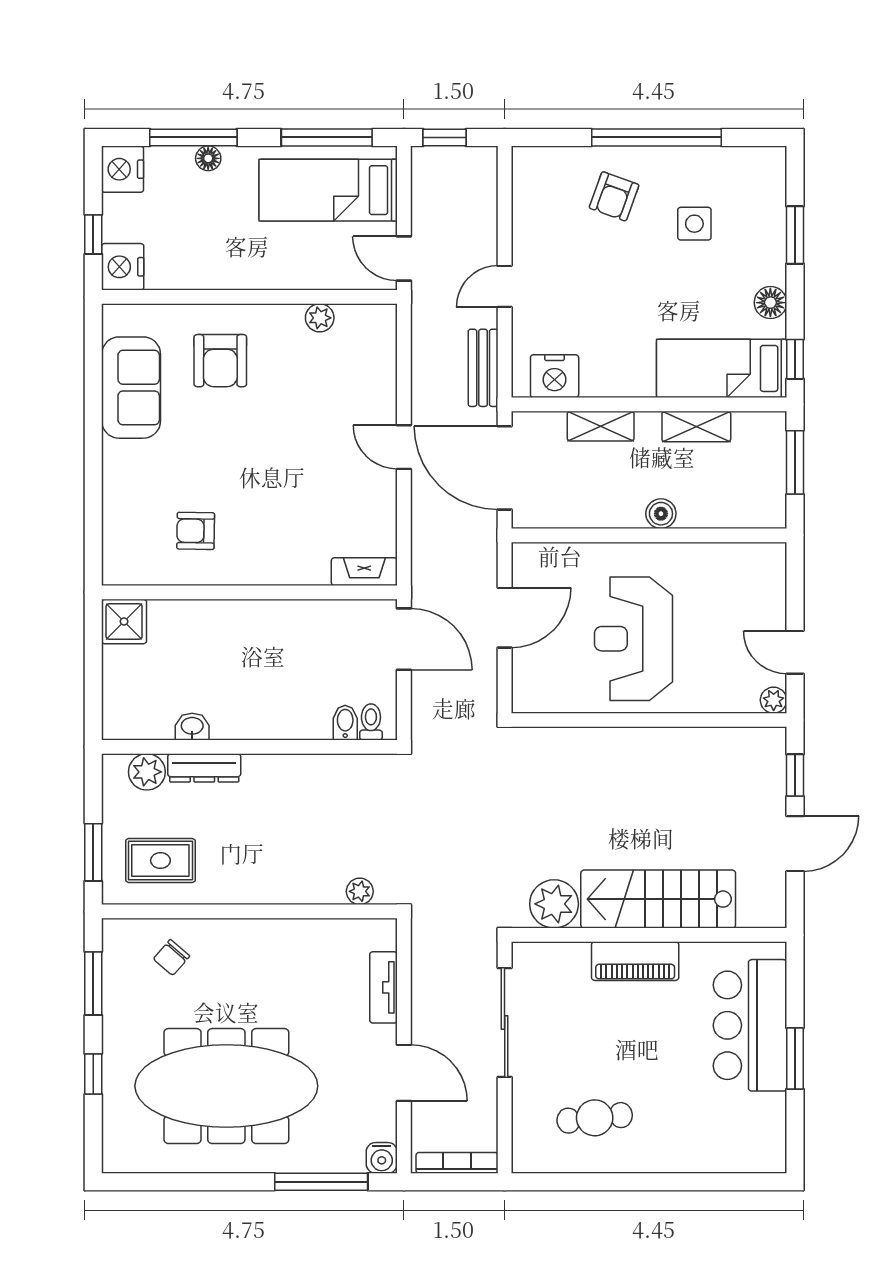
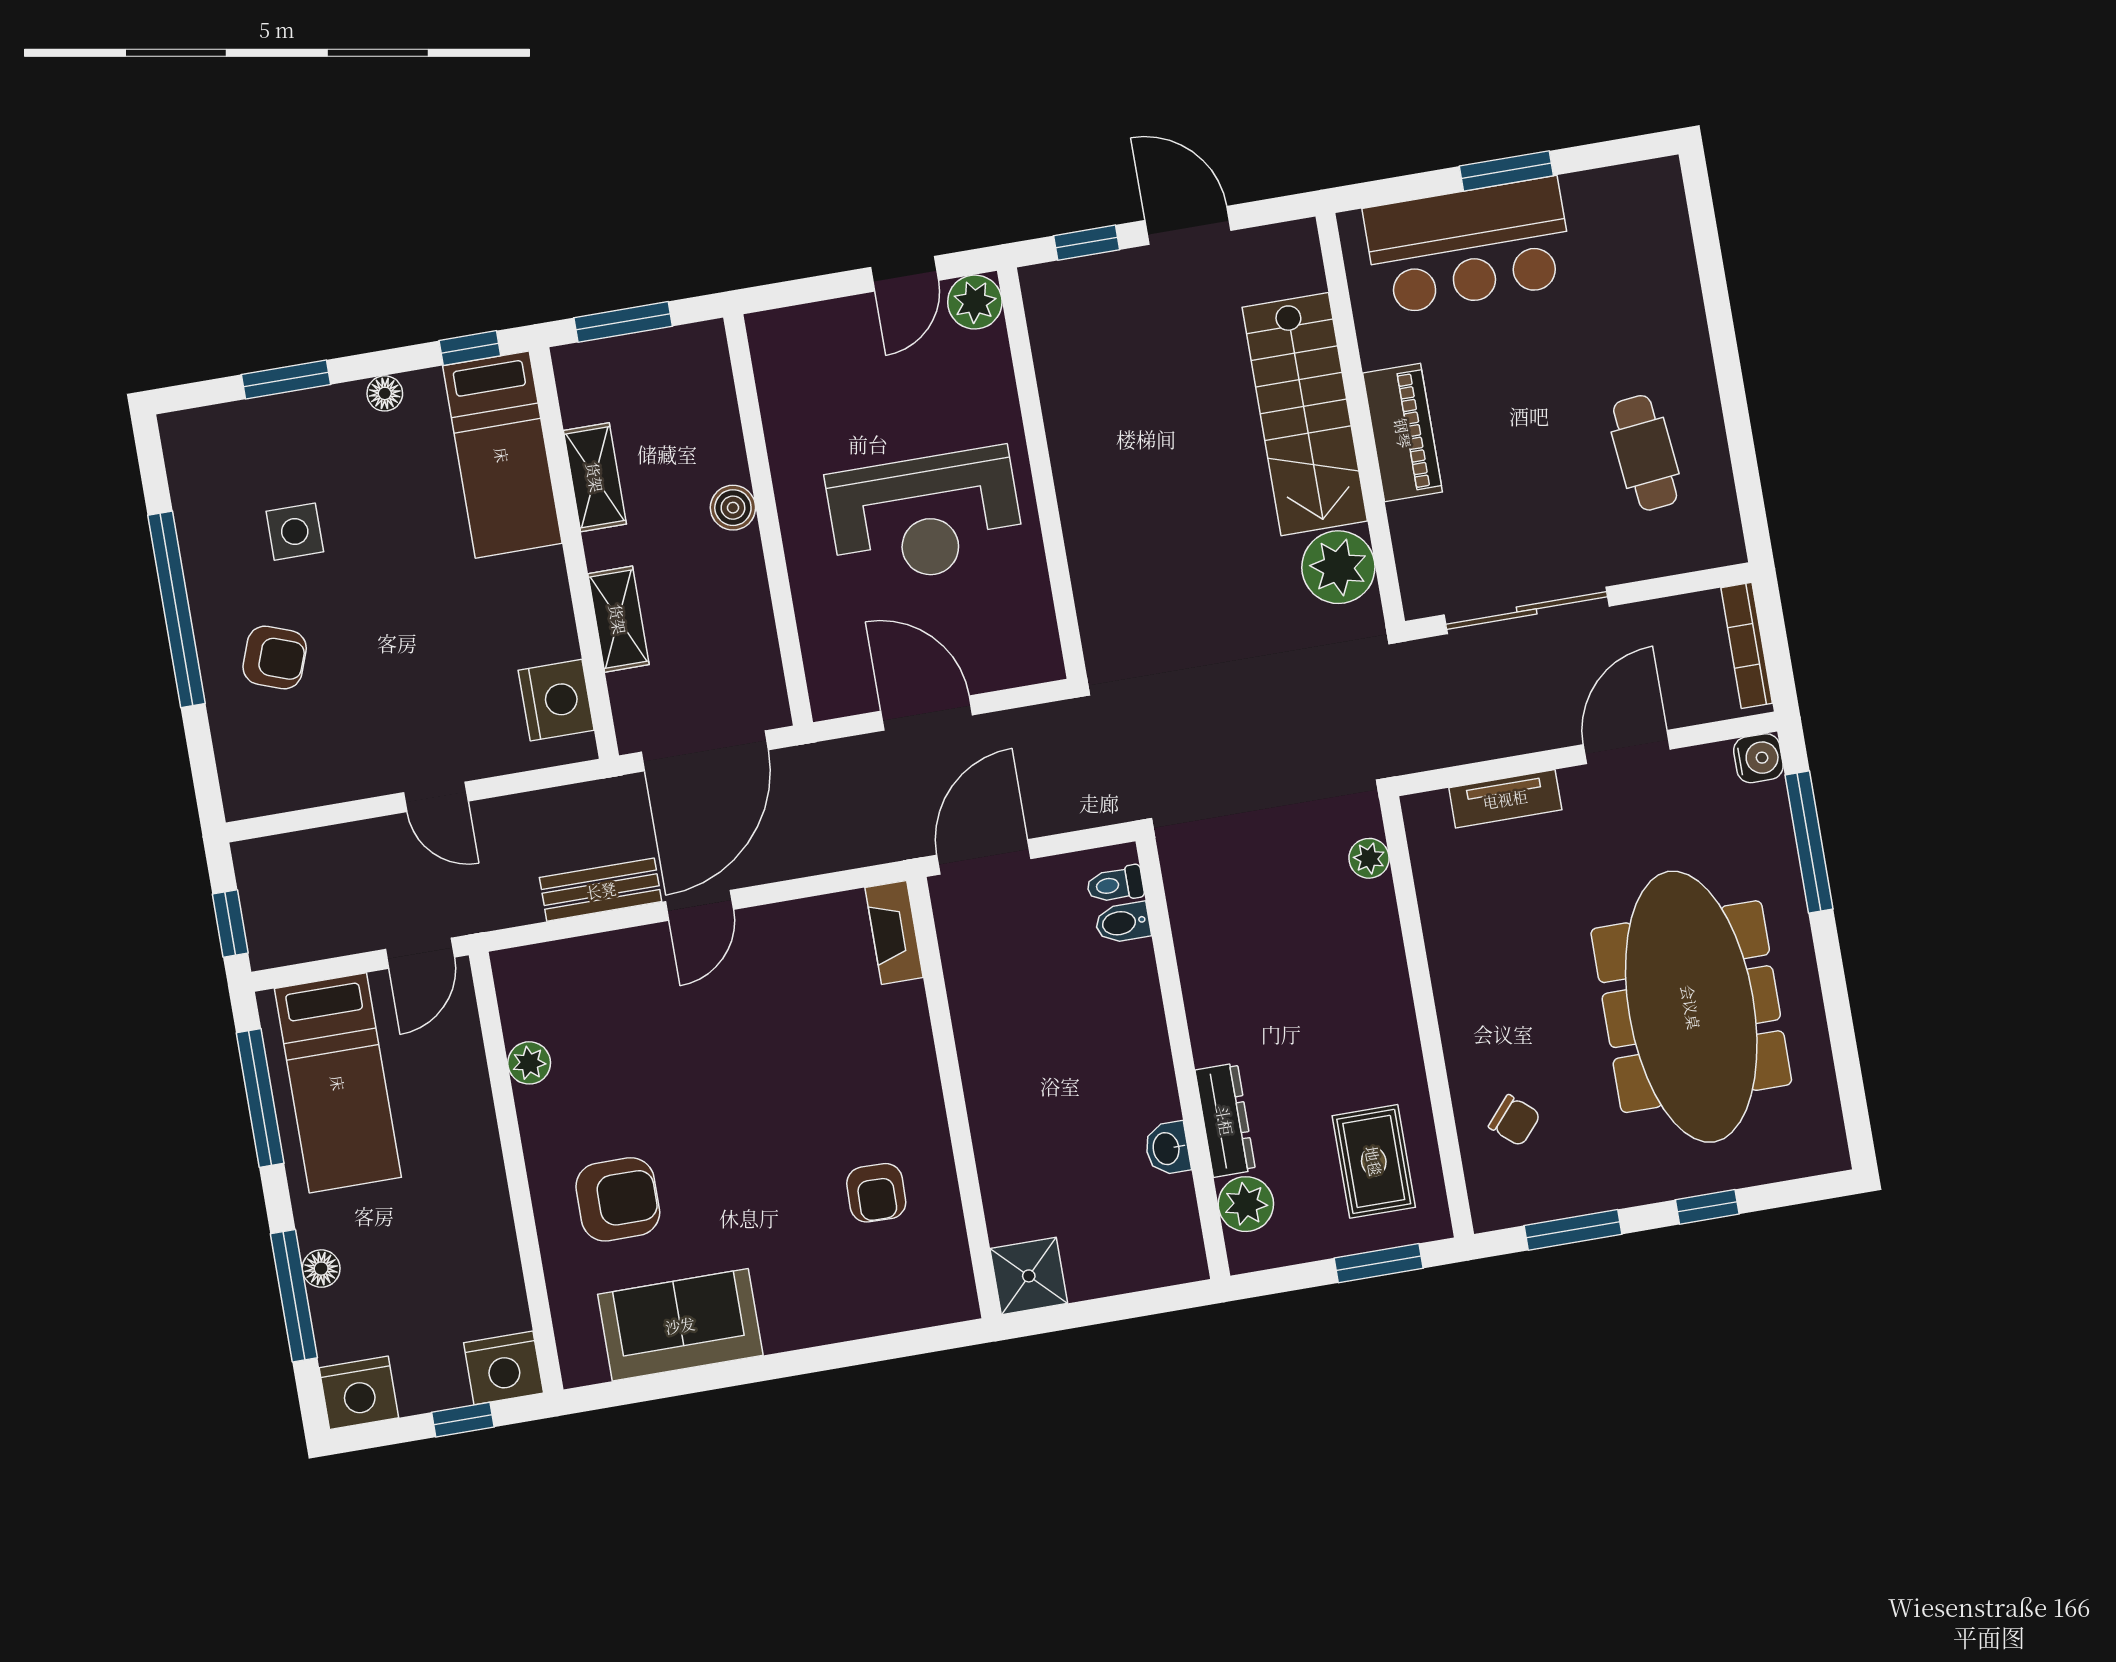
floor lamp: (770, 303) -> (385, 393), width x0.73, depth x0.73
bench: (483, 368) -> (601, 890), moved
plant: (774, 700) -> (975, 302), width x1.38, depth x1.38

